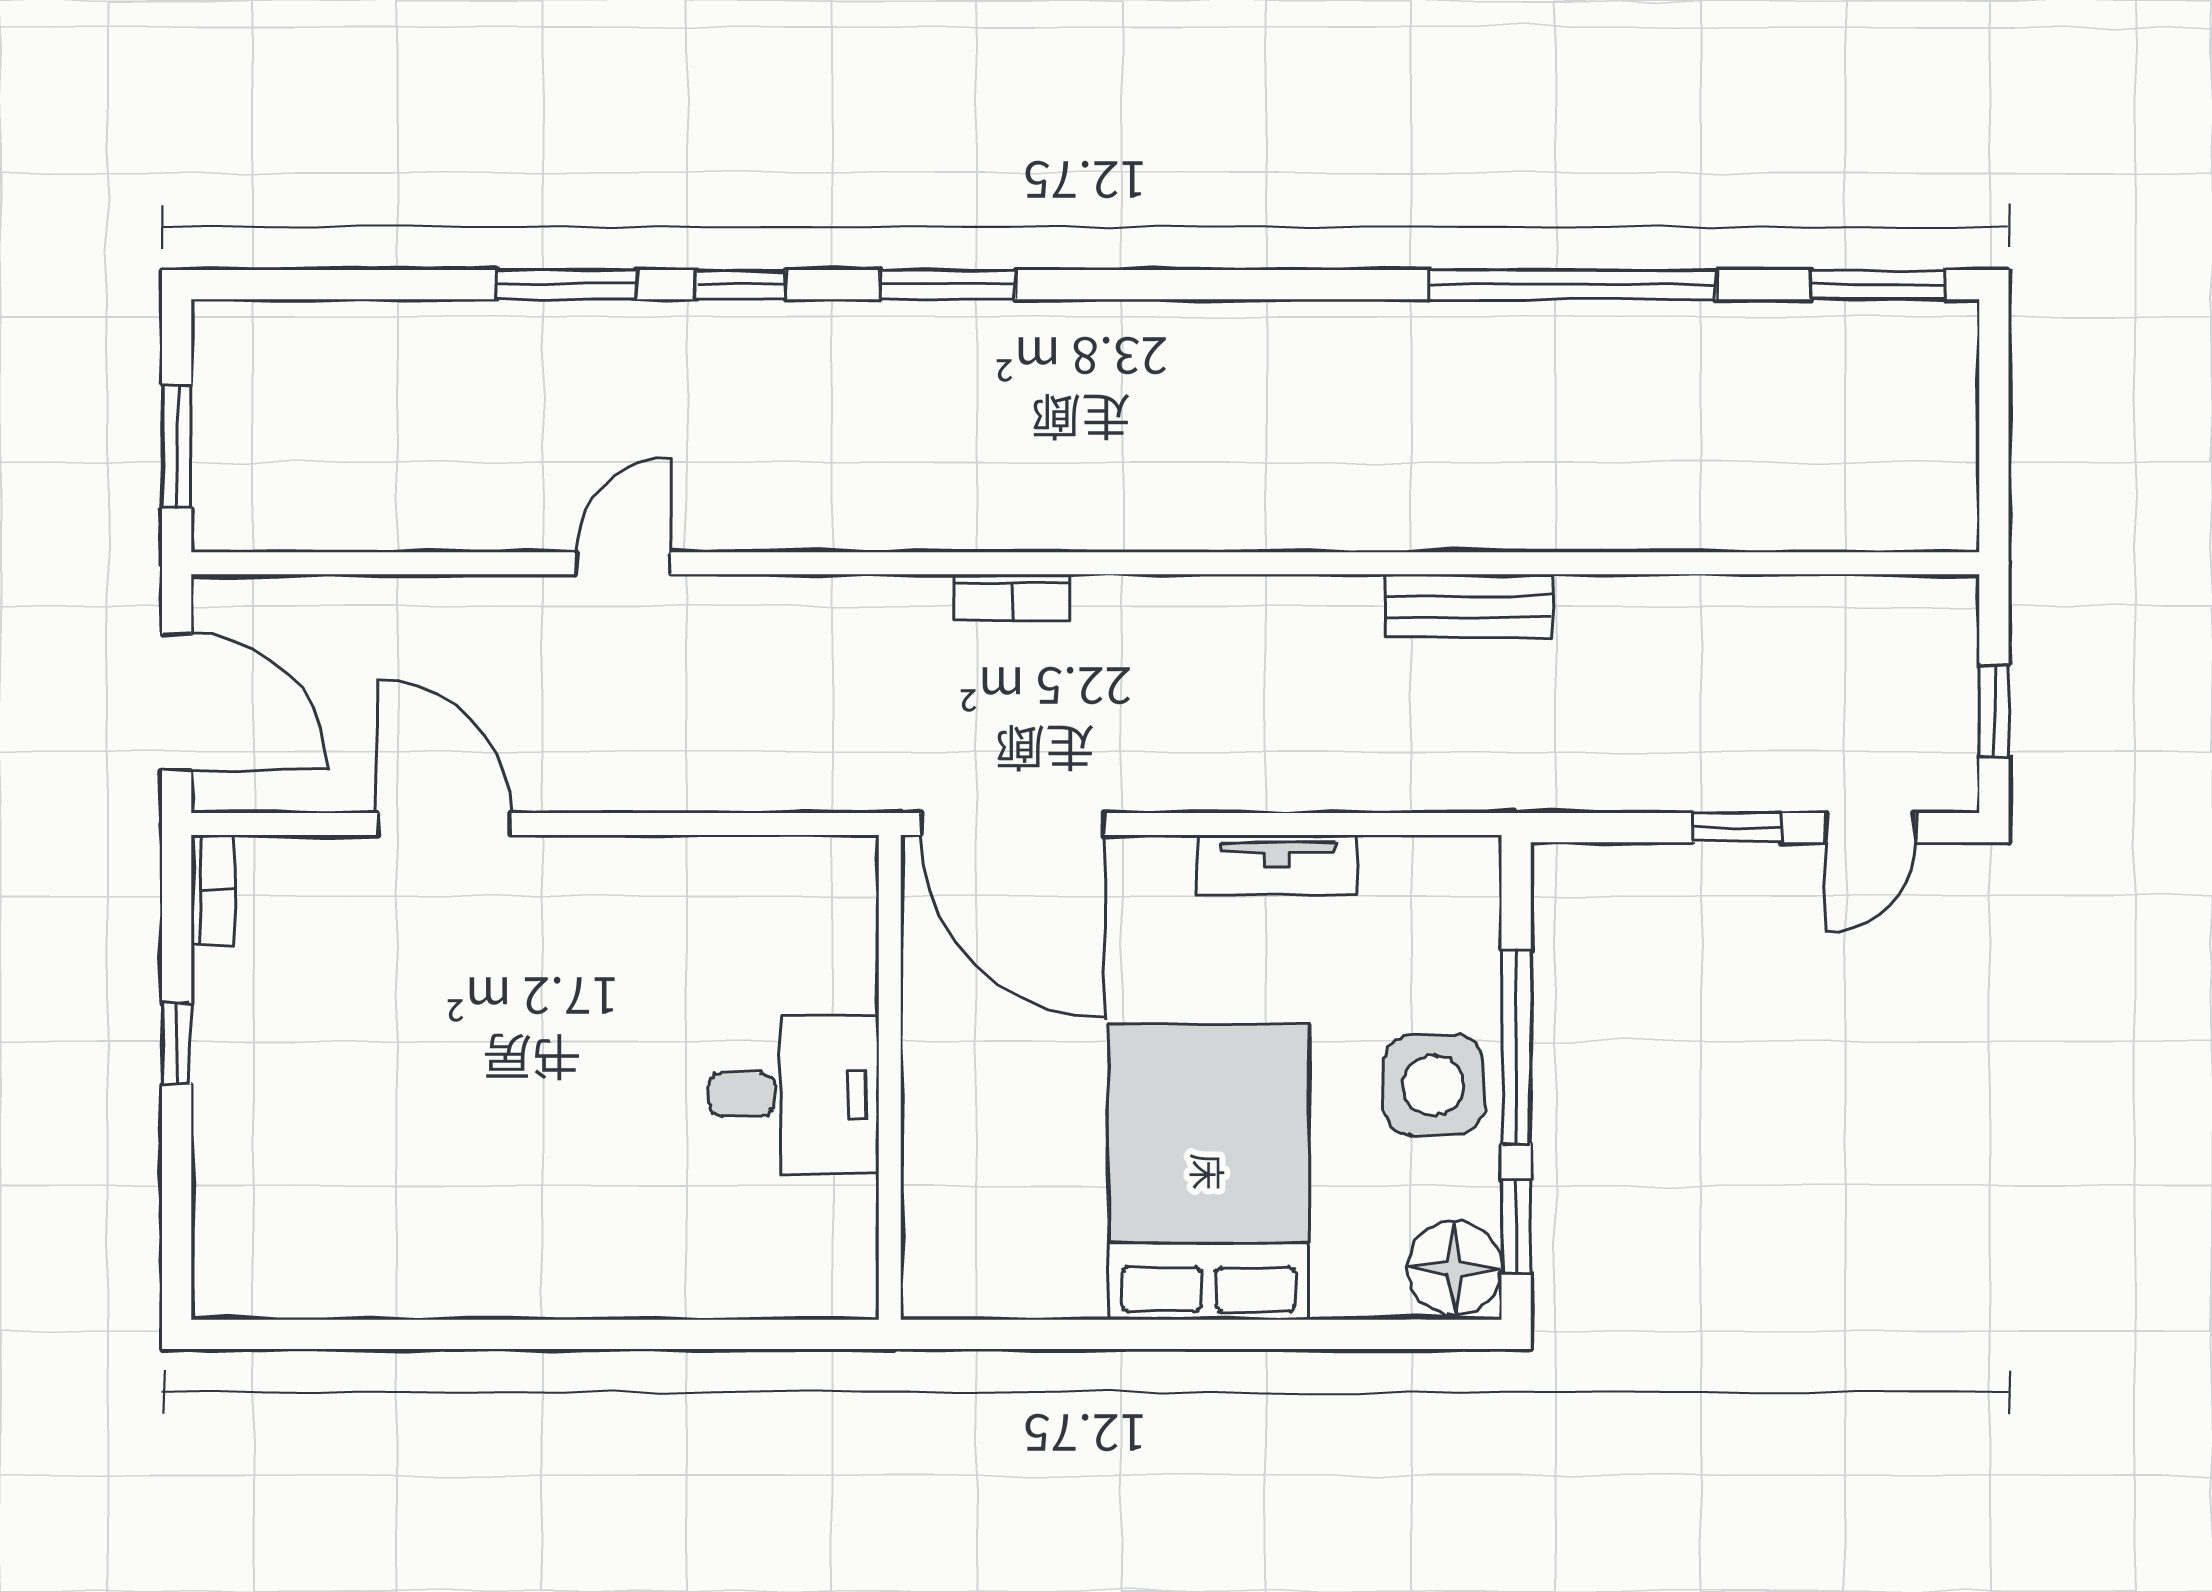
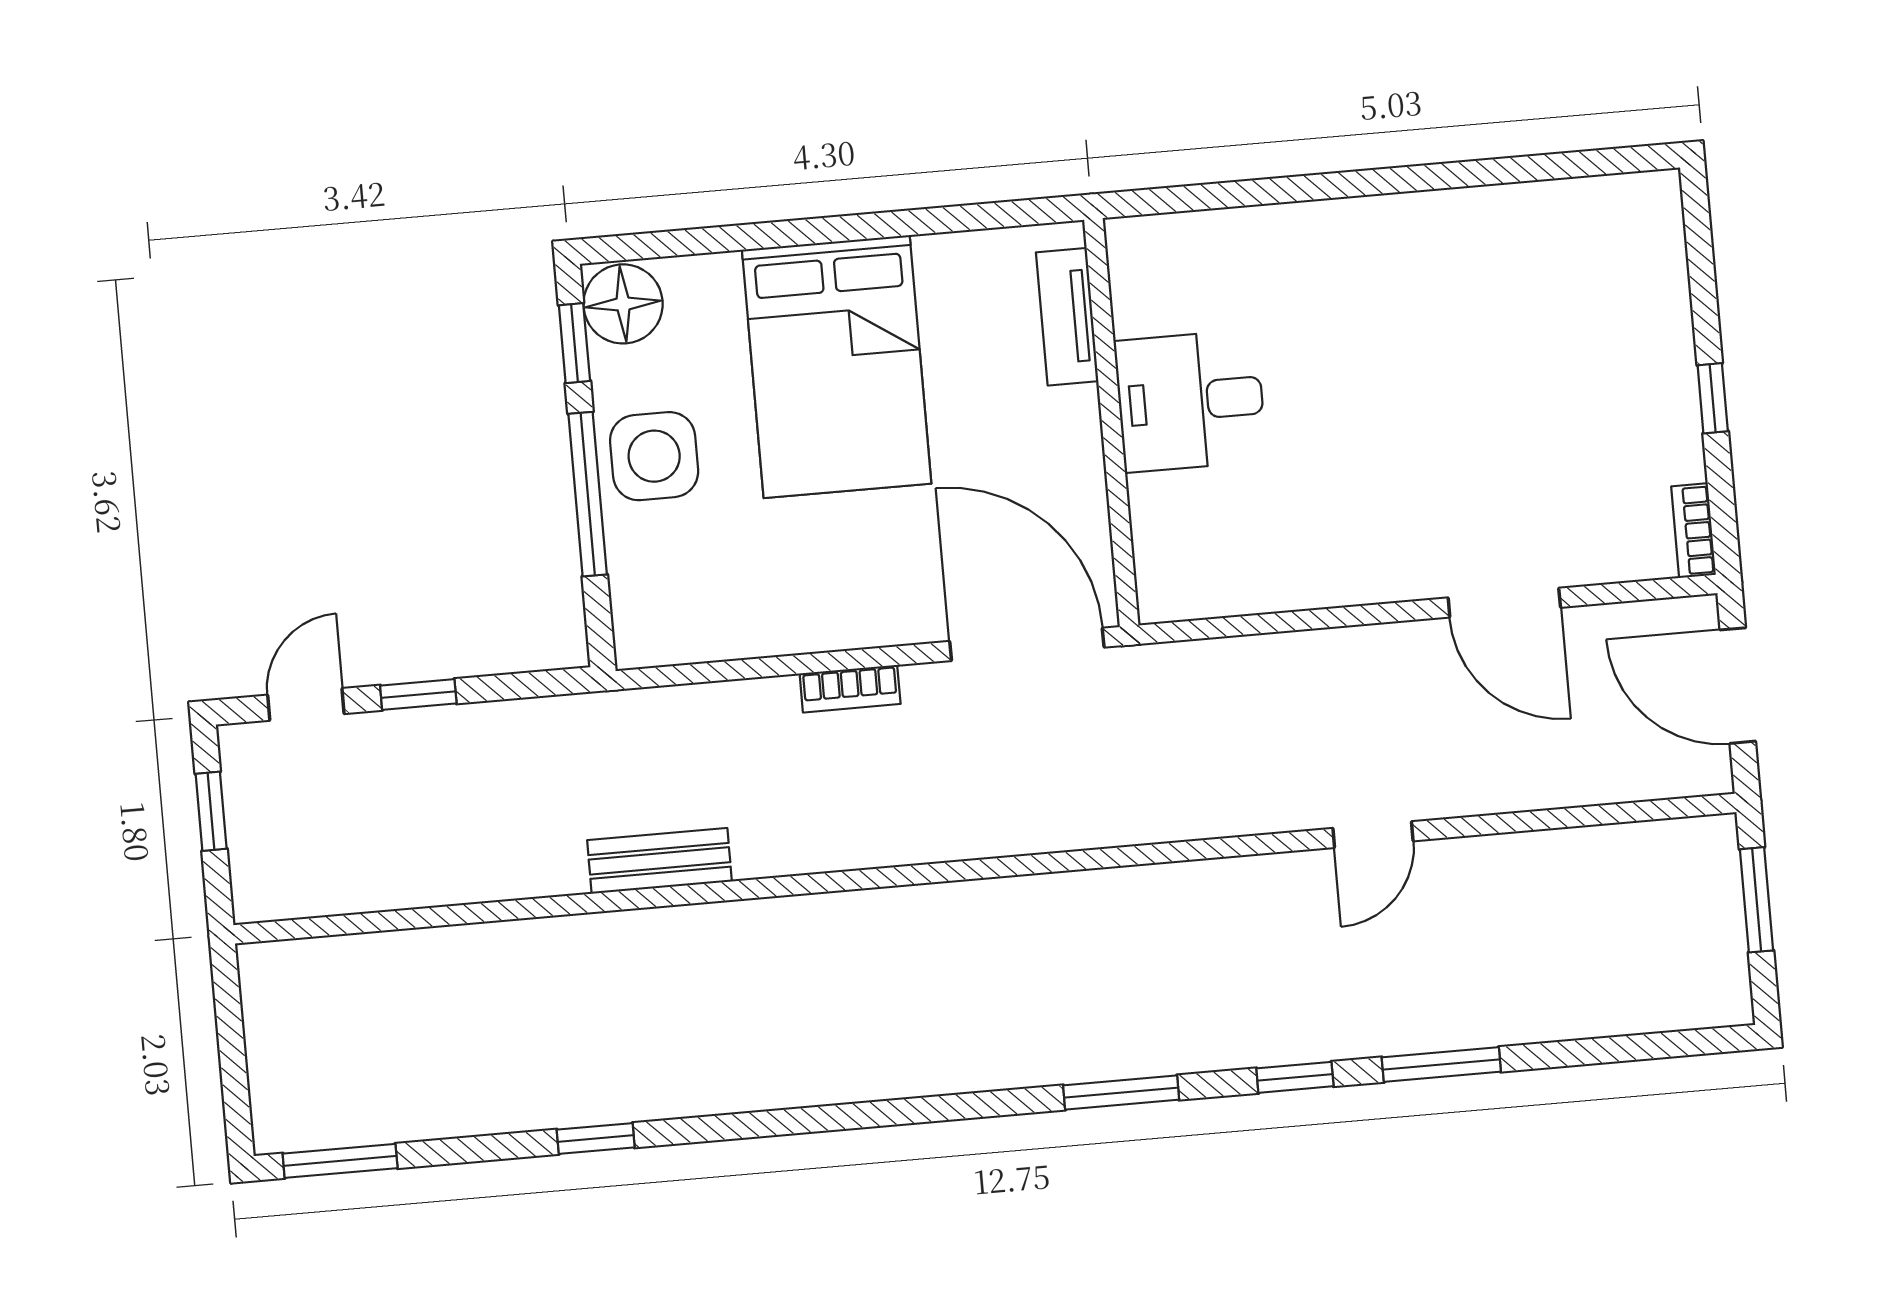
window: (1573, 285) -> (596, 1138), width x0.32
bookcase: (1013, 597) -> (850, 689), moved, turned 180
tv unit: (1277, 865) -> (1067, 317), moved, turned -90

